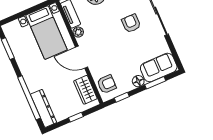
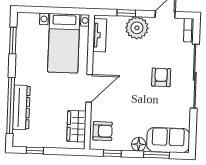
plant: (78, 32) -> (99, 59), removed
door: (81, 57) -> (89, 88), swing flipped
dresser: (44, 108) -> (21, 107), moved
window: (76, 117) -> (35, 150), moved

